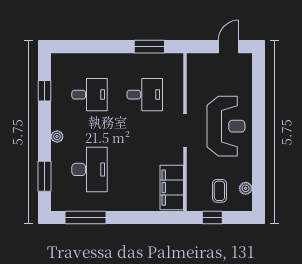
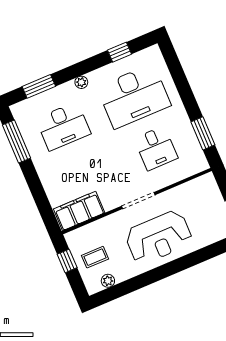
desk: (90, 95) -> (134, 96), width x1.87, depth x1.30

